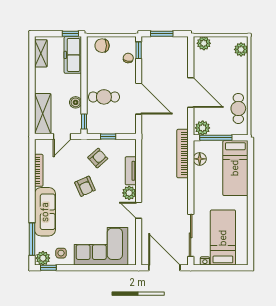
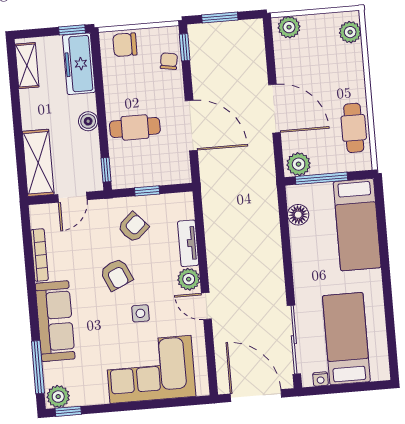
boiler: (76, 102) -> (88, 121), moved
bookcase: (183, 154) -> (270, 208), removed
side table: (61, 253) -> (140, 313), moved

